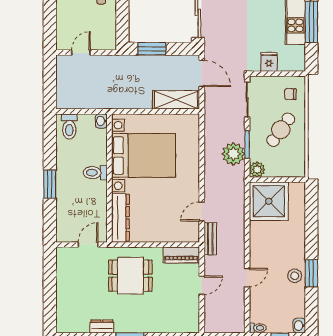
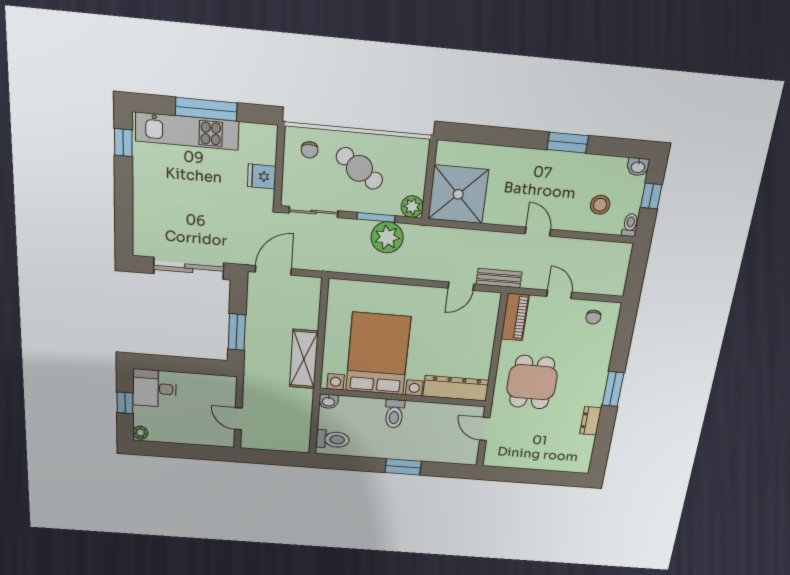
shelving: (176, 100) -> (304, 359), moved
door: (202, 212) -> (461, 286), hinge flipped
stool: (295, 276) -> (600, 205), moved
door: (247, 278) -> (538, 232), moved
chair: (186, 314) -> (593, 317), added

